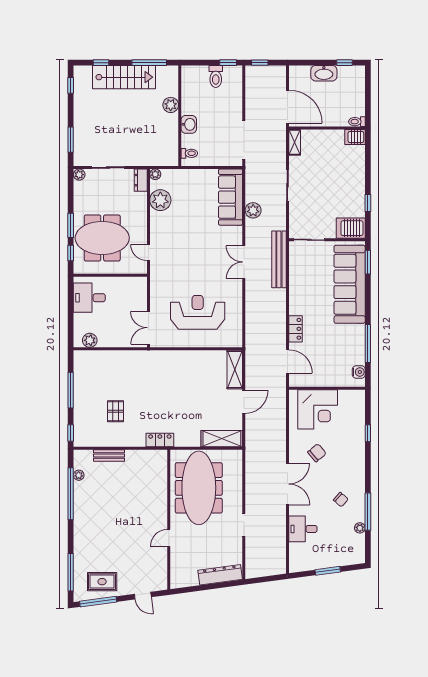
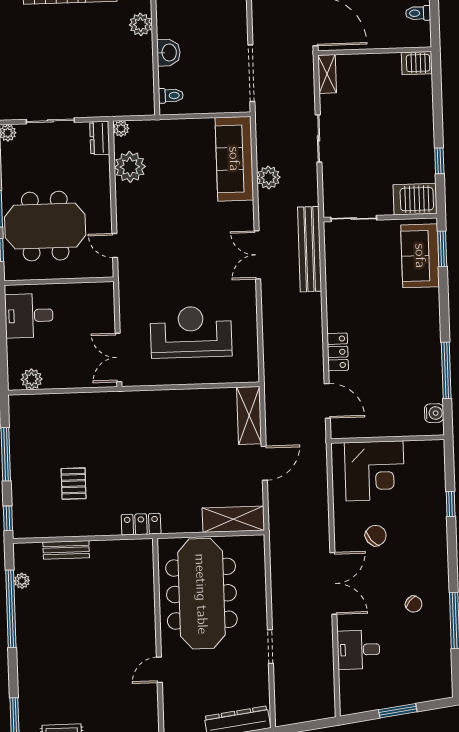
toilet: (357, 122) -> (418, 13), moved
sofa: (350, 284) -> (420, 256), width x0.54, depth x0.79
plant: (360, 528) -> (443, 645), removed

